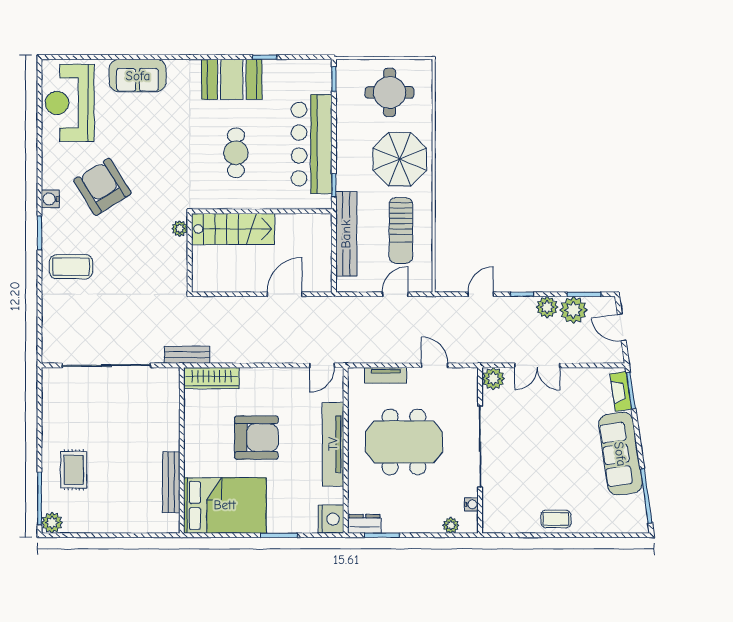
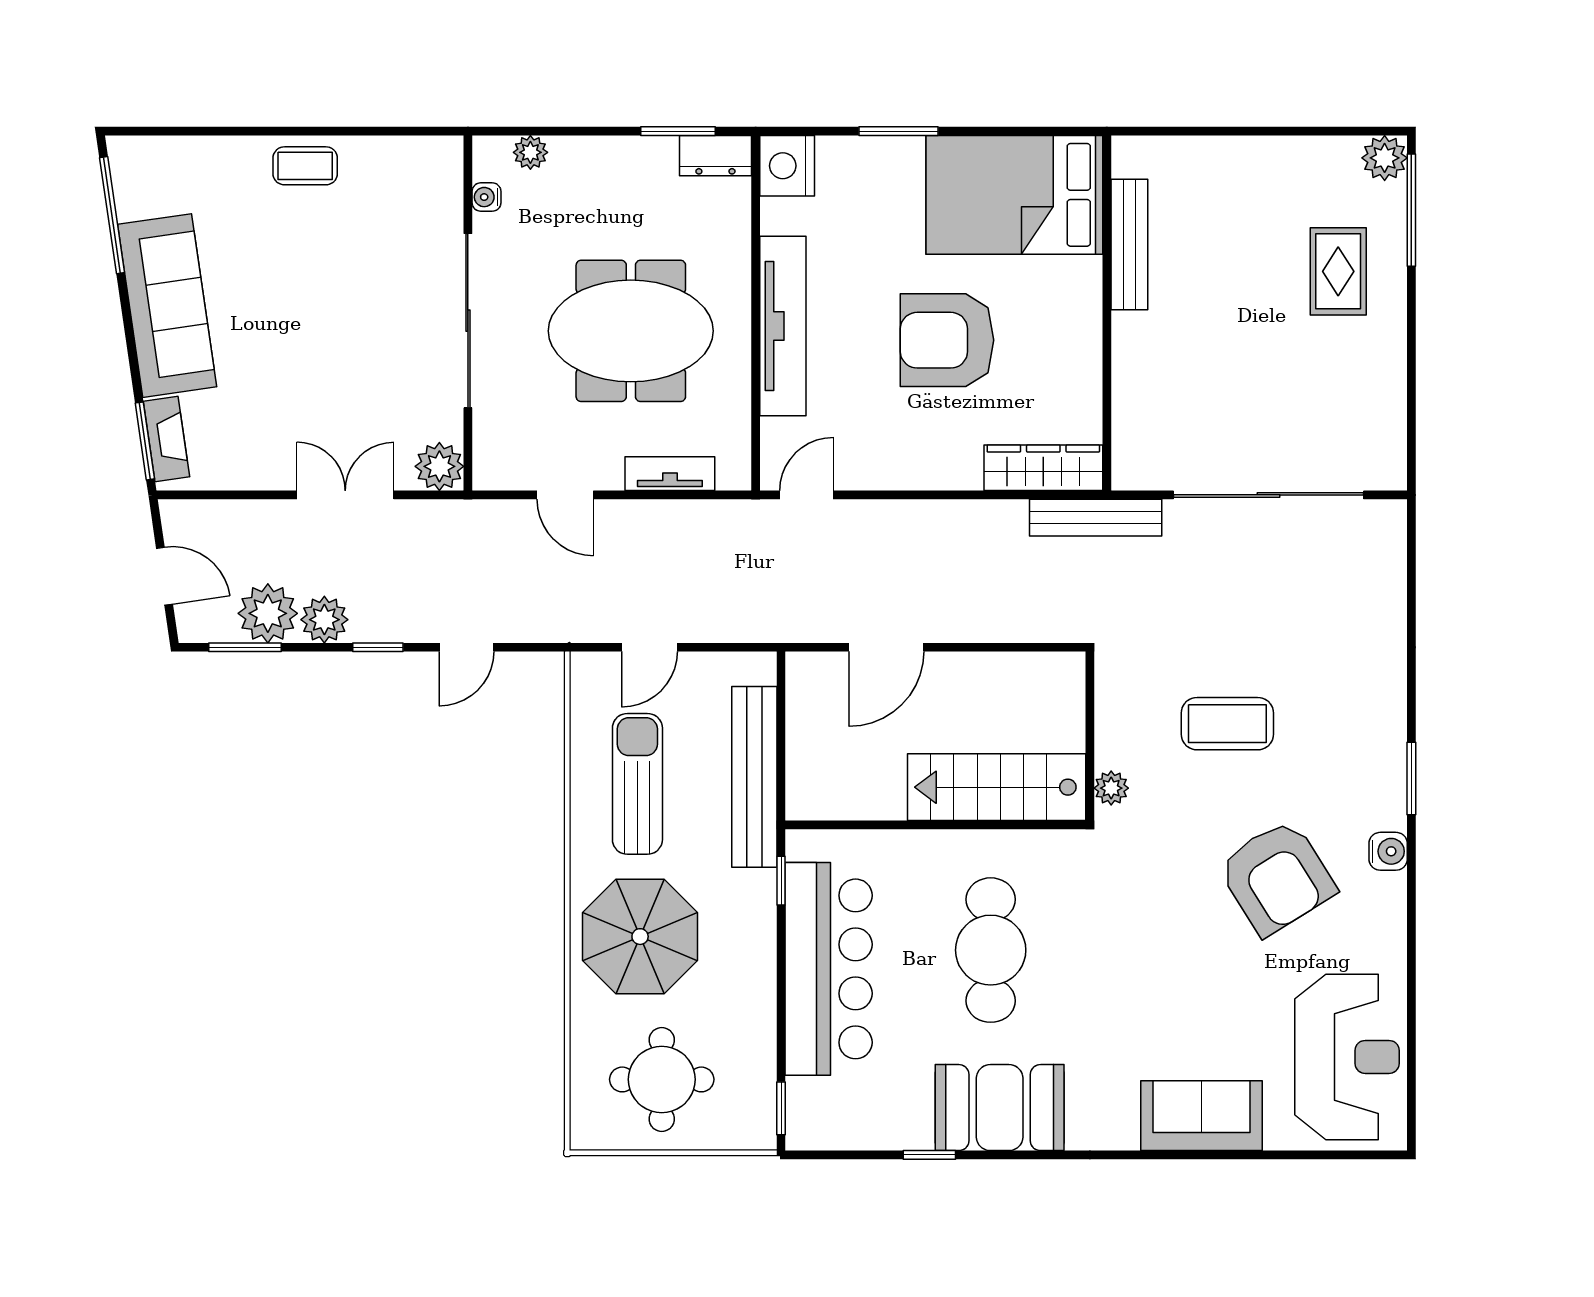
cafe table: (236, 153) -> (991, 950), width x1.37, depth x1.35
coffee table: (71, 267) -> (1227, 724), moved
bench: (187, 355) -> (1096, 518), width x1.36

